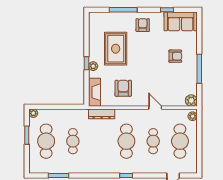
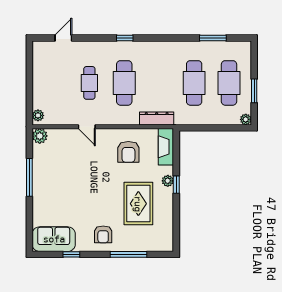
armchair: (175, 56) -> (61, 194), removed
cafe table: (73, 141) -> (194, 83), width x1.37, depth x1.35
cafe table: (180, 141) -> (54, 83), removed

